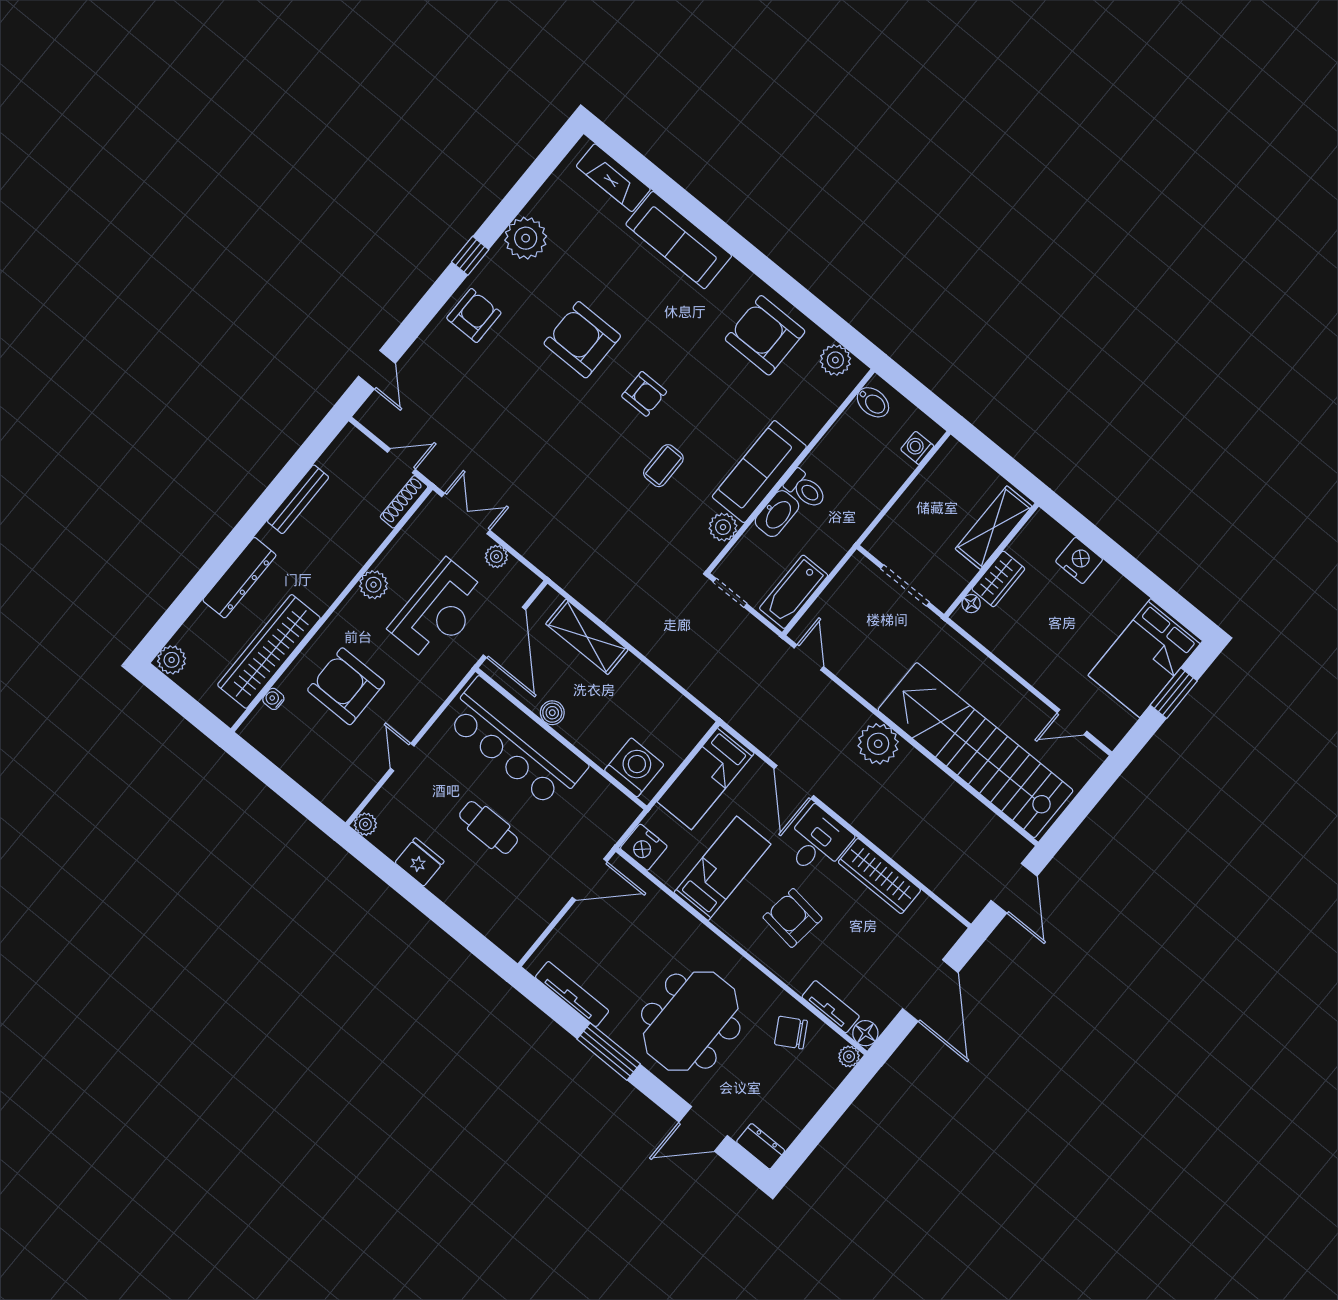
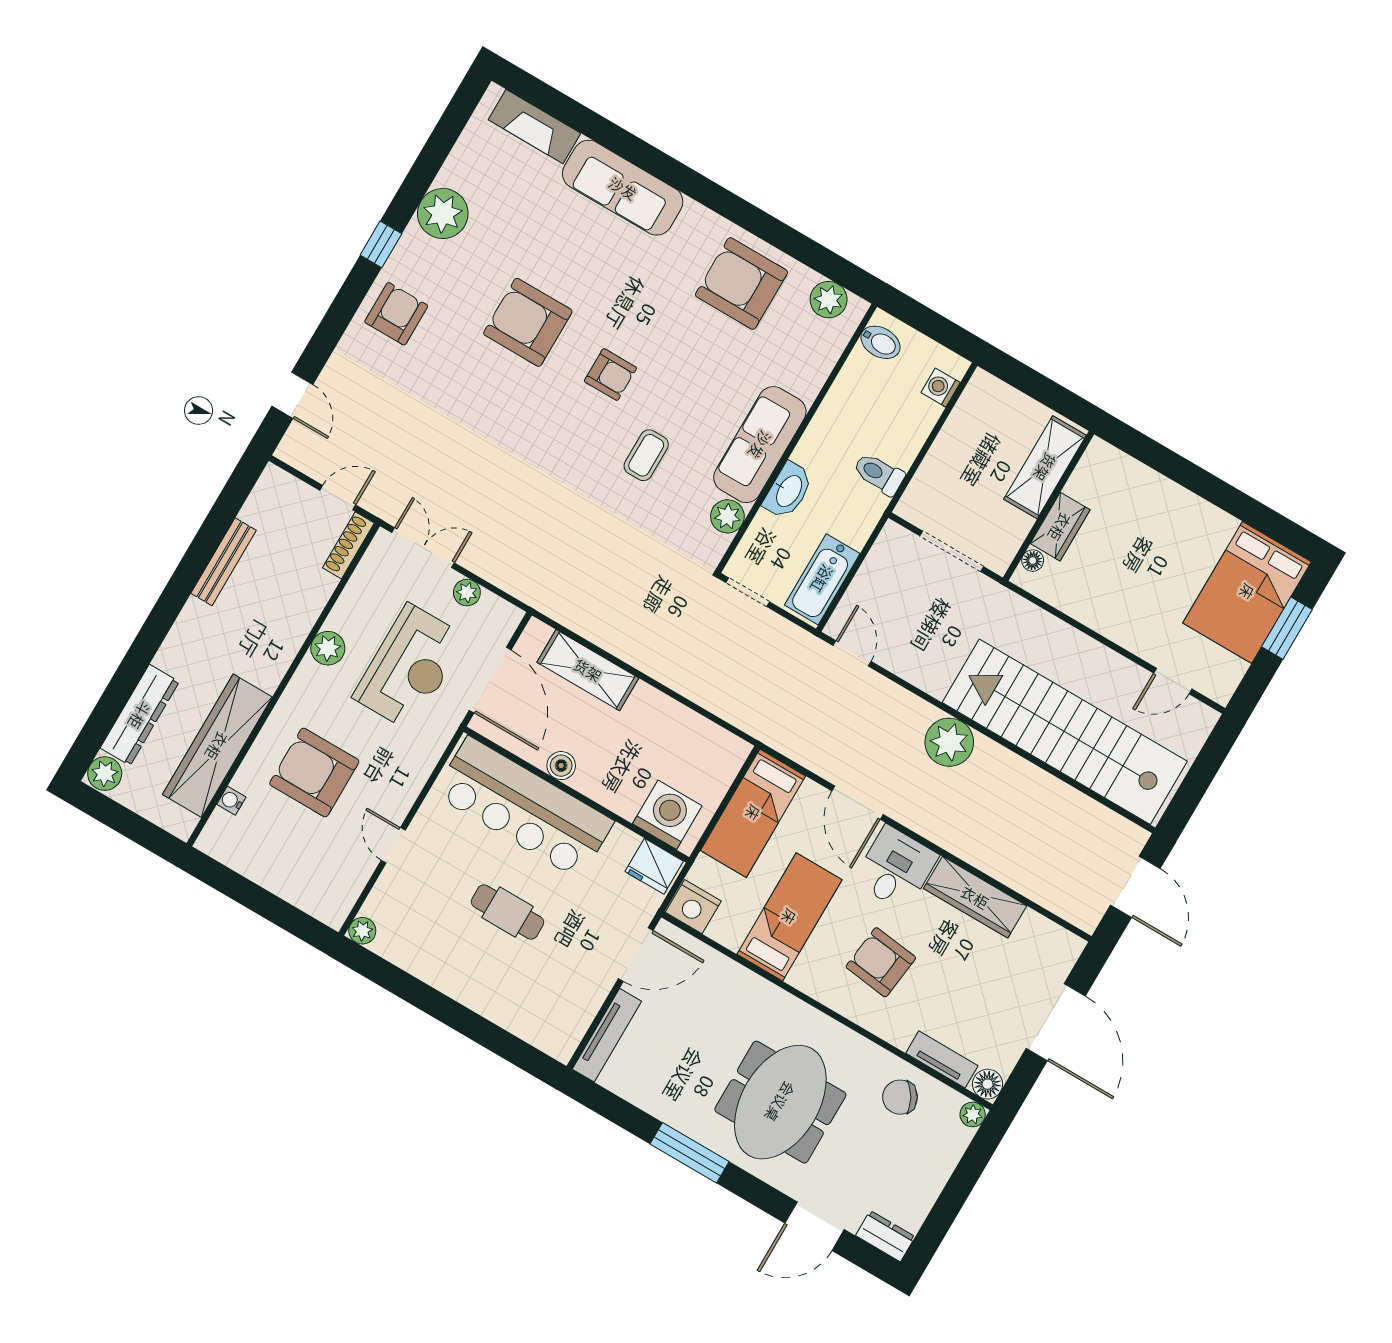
toilet: (805, 489) -> (879, 474), moved, turned 180
nightstand: (1079, 560) -> (1151, 490), removed
dresser: (239, 578) -> (140, 715), moved
fridge: (420, 862) -> (654, 866), moved, turned 180
tv unit: (572, 994) -> (607, 1035), moved, turned 90

